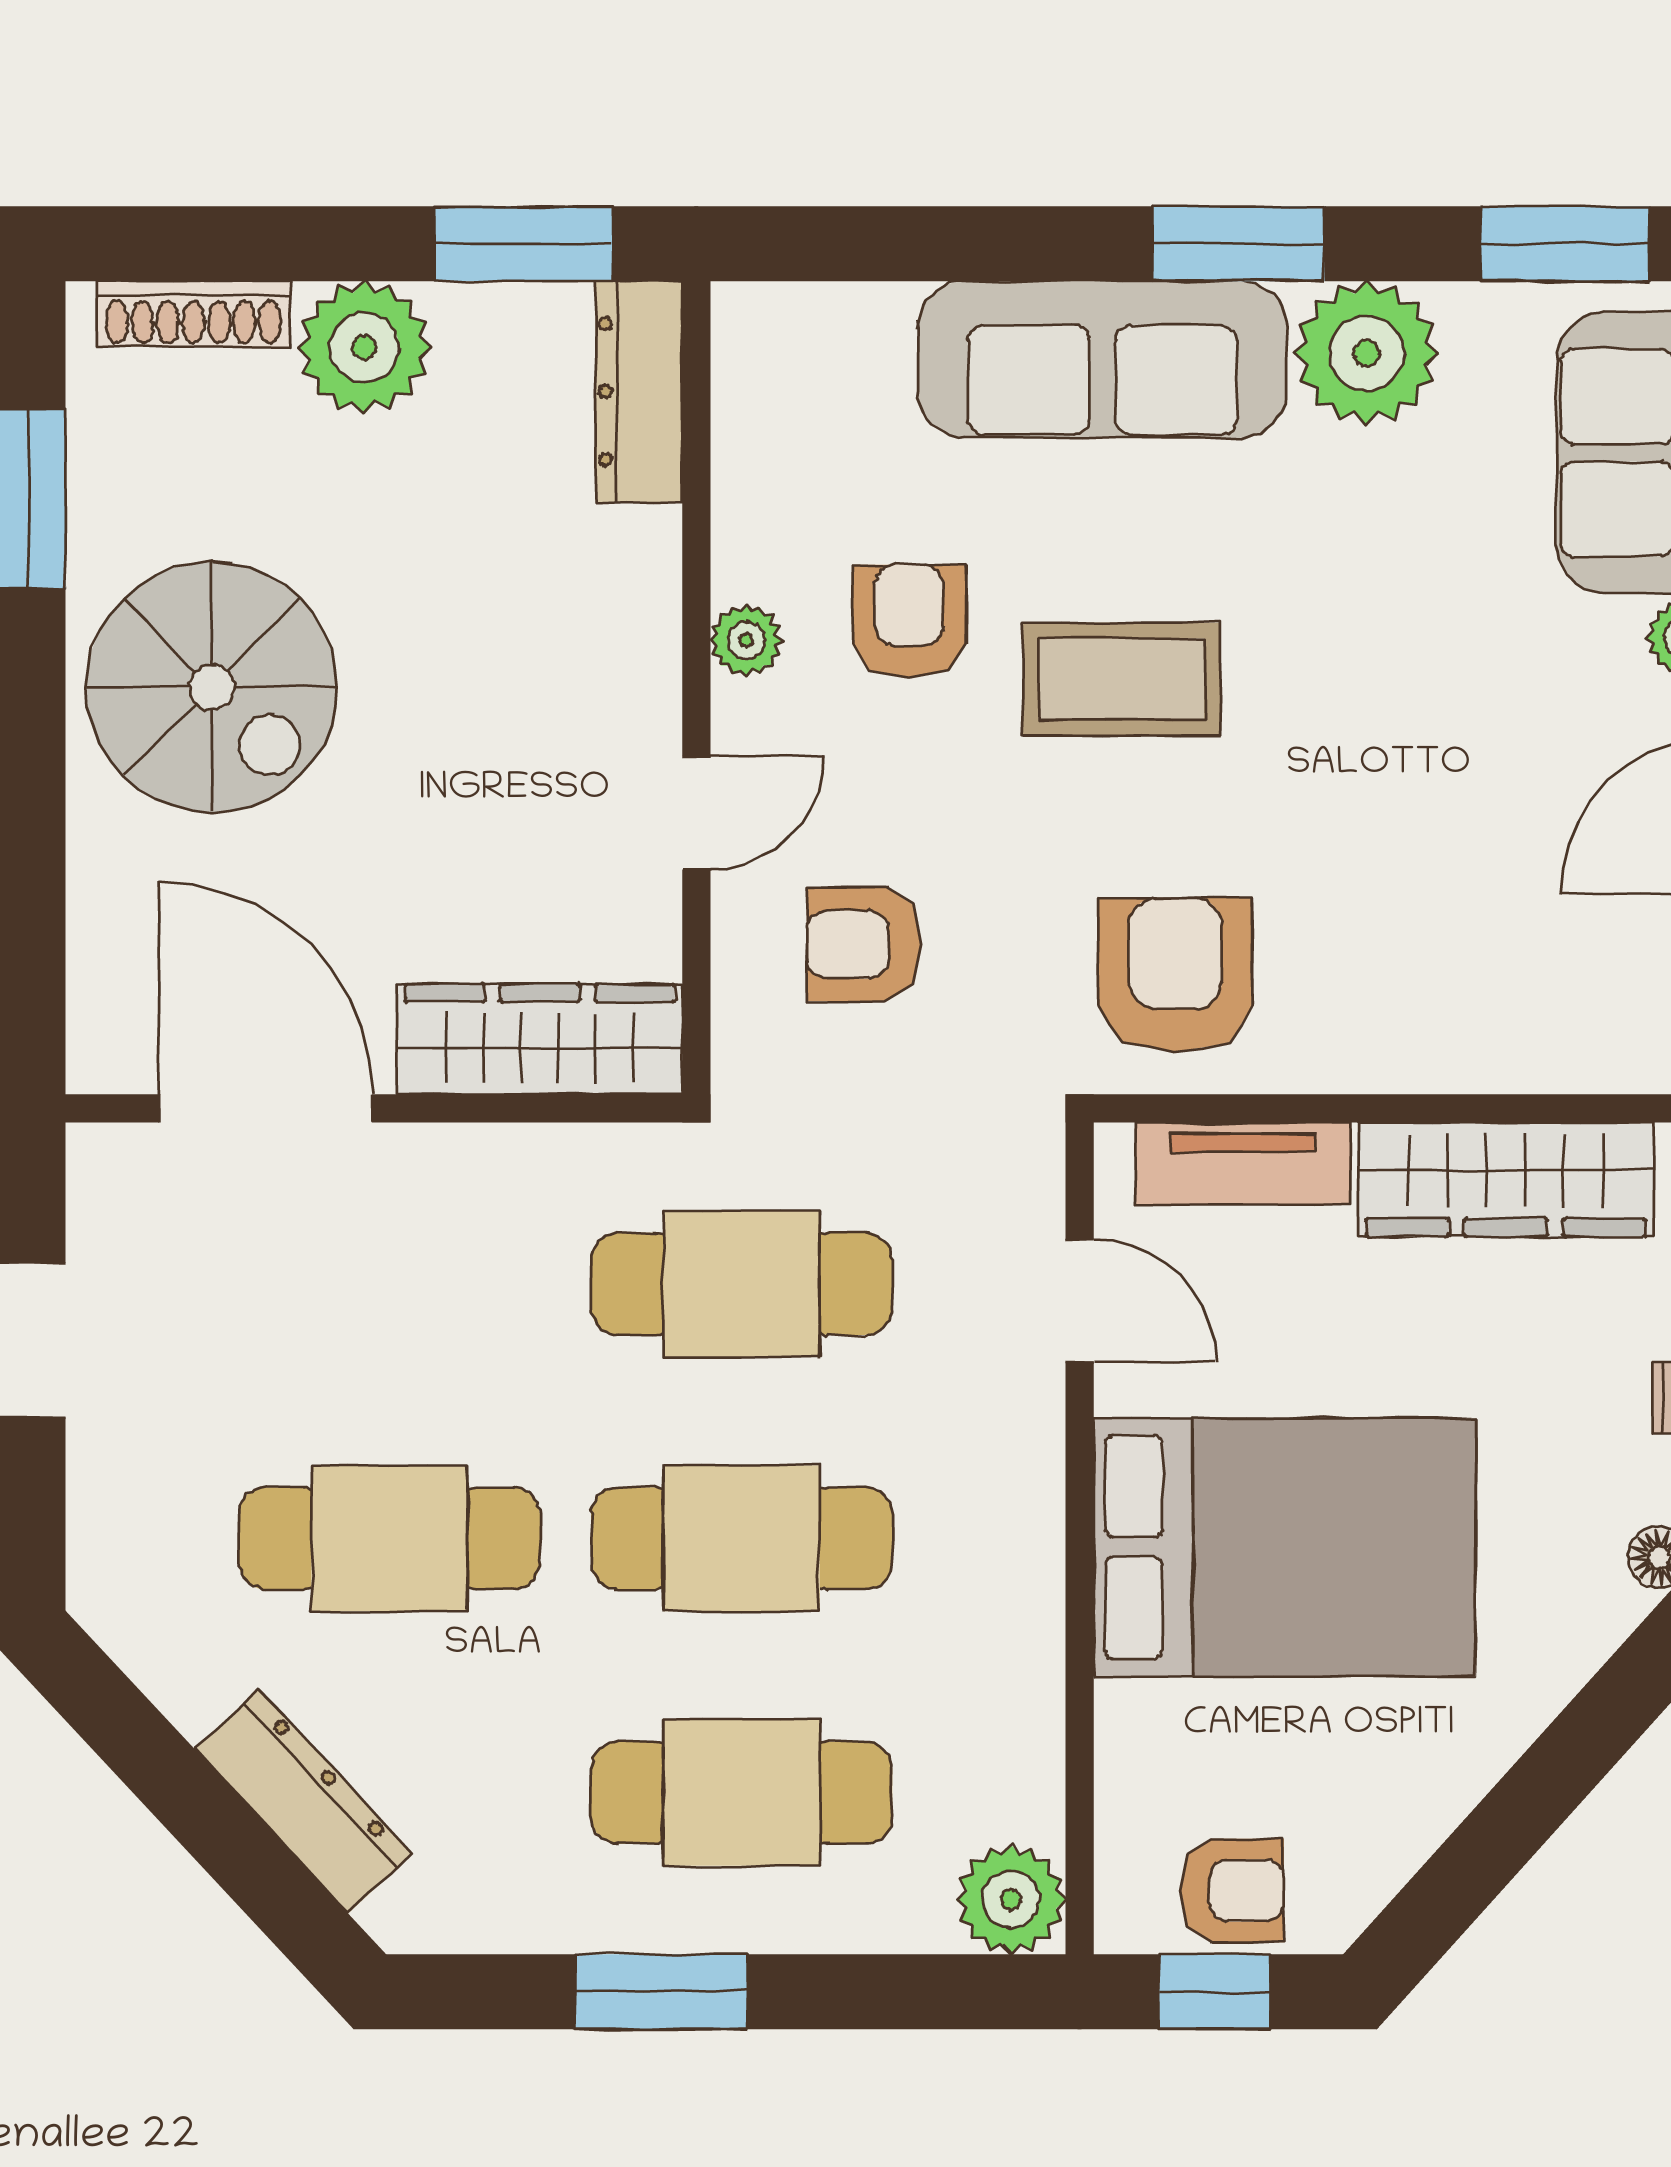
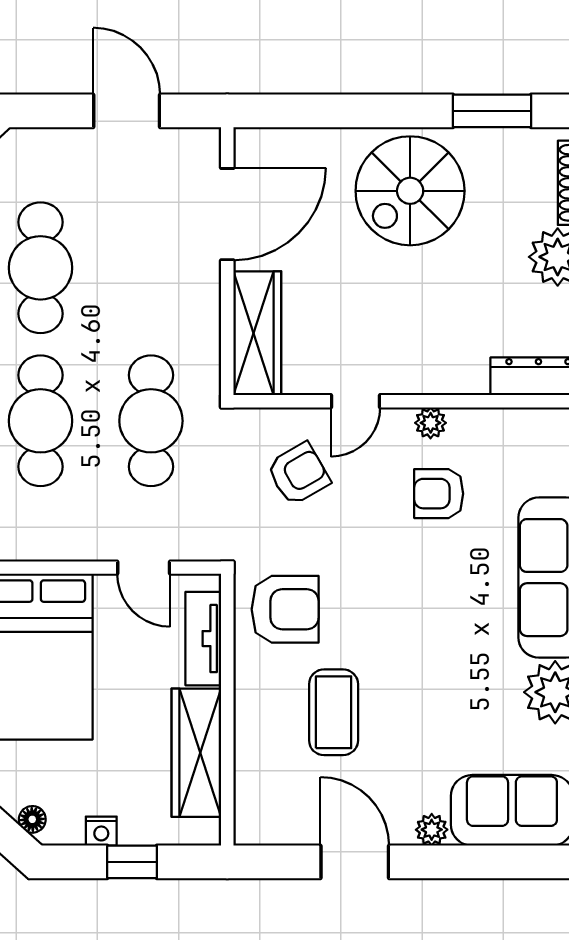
armchair: (909, 621) -> (439, 494), turned 180
coffee table: (1121, 679) -> (334, 712), moved
door: (696, 813) -> (356, 401), hinge flipped
armchair: (864, 944) -> (298, 474), turned 60
door: (1080, 1301) -> (144, 568), hinge flipped

